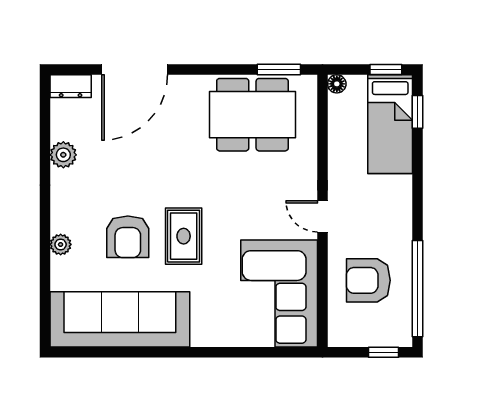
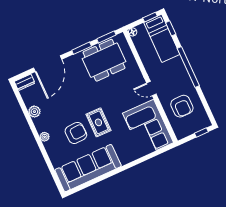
window: (218, 70) -> (82, 48), added
armchair: (128, 237) -> (76, 133), turned -93
plant: (61, 244) -> (45, 137), moved
armchair: (368, 280) -> (182, 106), turned -90
window: (418, 289) -> (188, 67), moved

